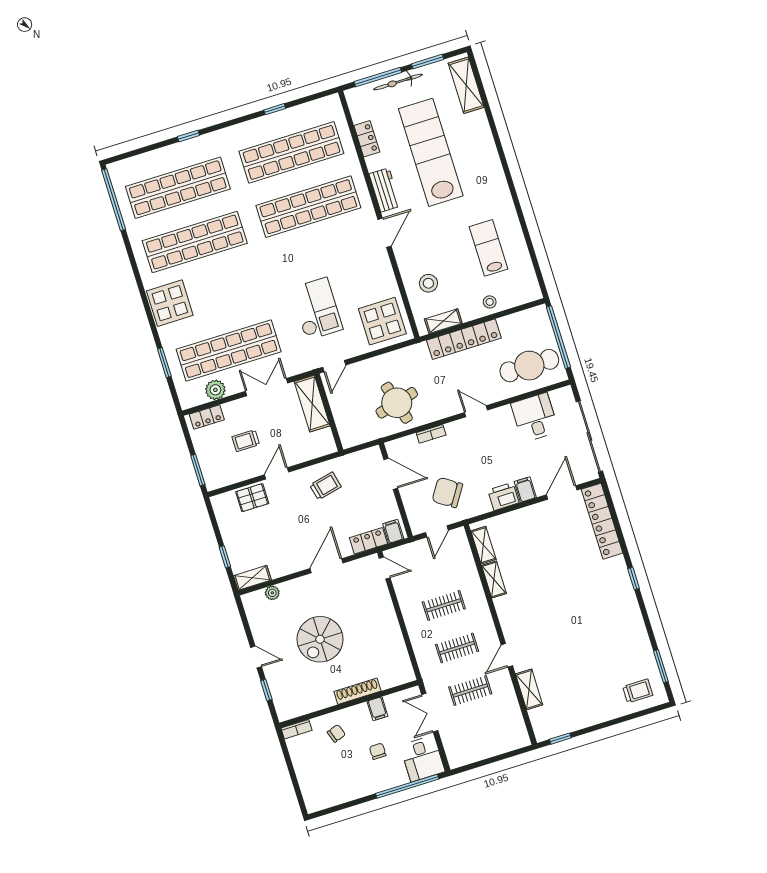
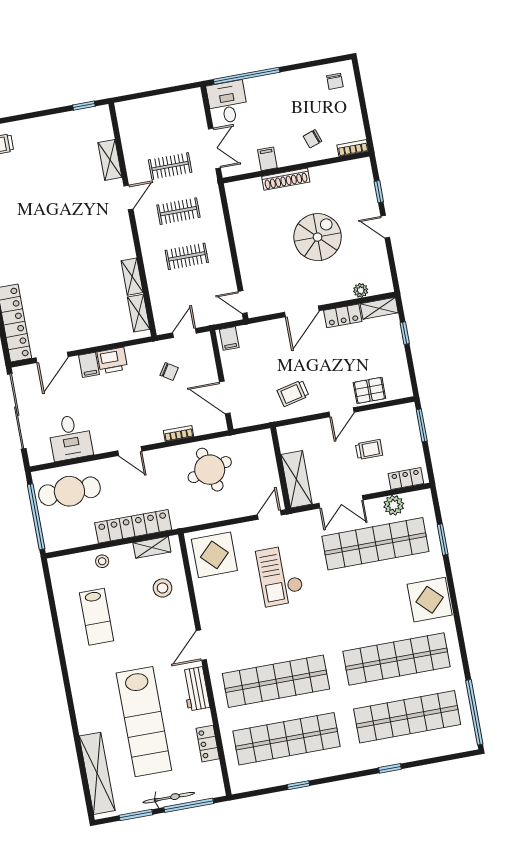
shelving: (466, 85) -> (97, 773), width x1.47
chair: (447, 492) -> (169, 371), width x0.54, depth x0.54
locker: (368, 541) -> (343, 316), moved
chair: (378, 751) -> (335, 81), moved

